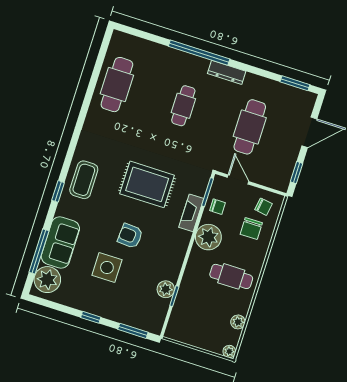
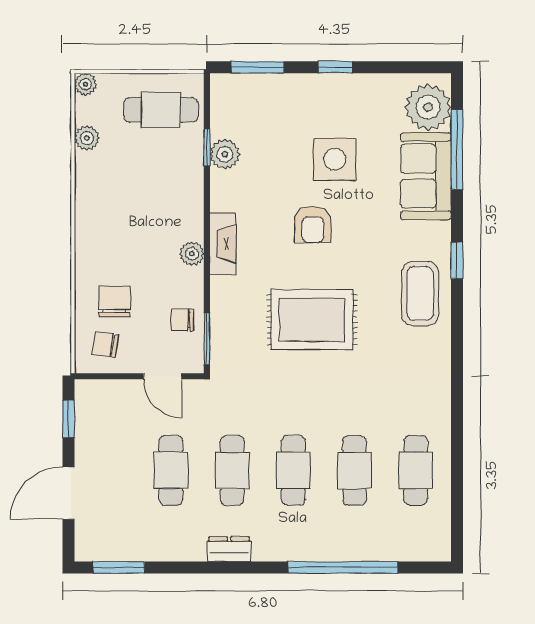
window: (199, 53) -> (343, 567), moved
dresser: (227, 72) -> (229, 549), width x0.70
cafe table: (117, 85) -> (416, 470), width x0.73, depth x0.74
cafe table: (150, 95) -> (354, 470), added
cafe table: (217, 116) -> (232, 470), added
cafe table: (250, 127) -> (171, 470), width x0.73, depth x0.74
fireplace: (191, 213) -> (223, 244), moved
armchair: (130, 236) -> (313, 224), turned 86
plant: (208, 237) -> (192, 254), width x0.53, depth x0.53
cafe table: (231, 276) -> (161, 110), moved

